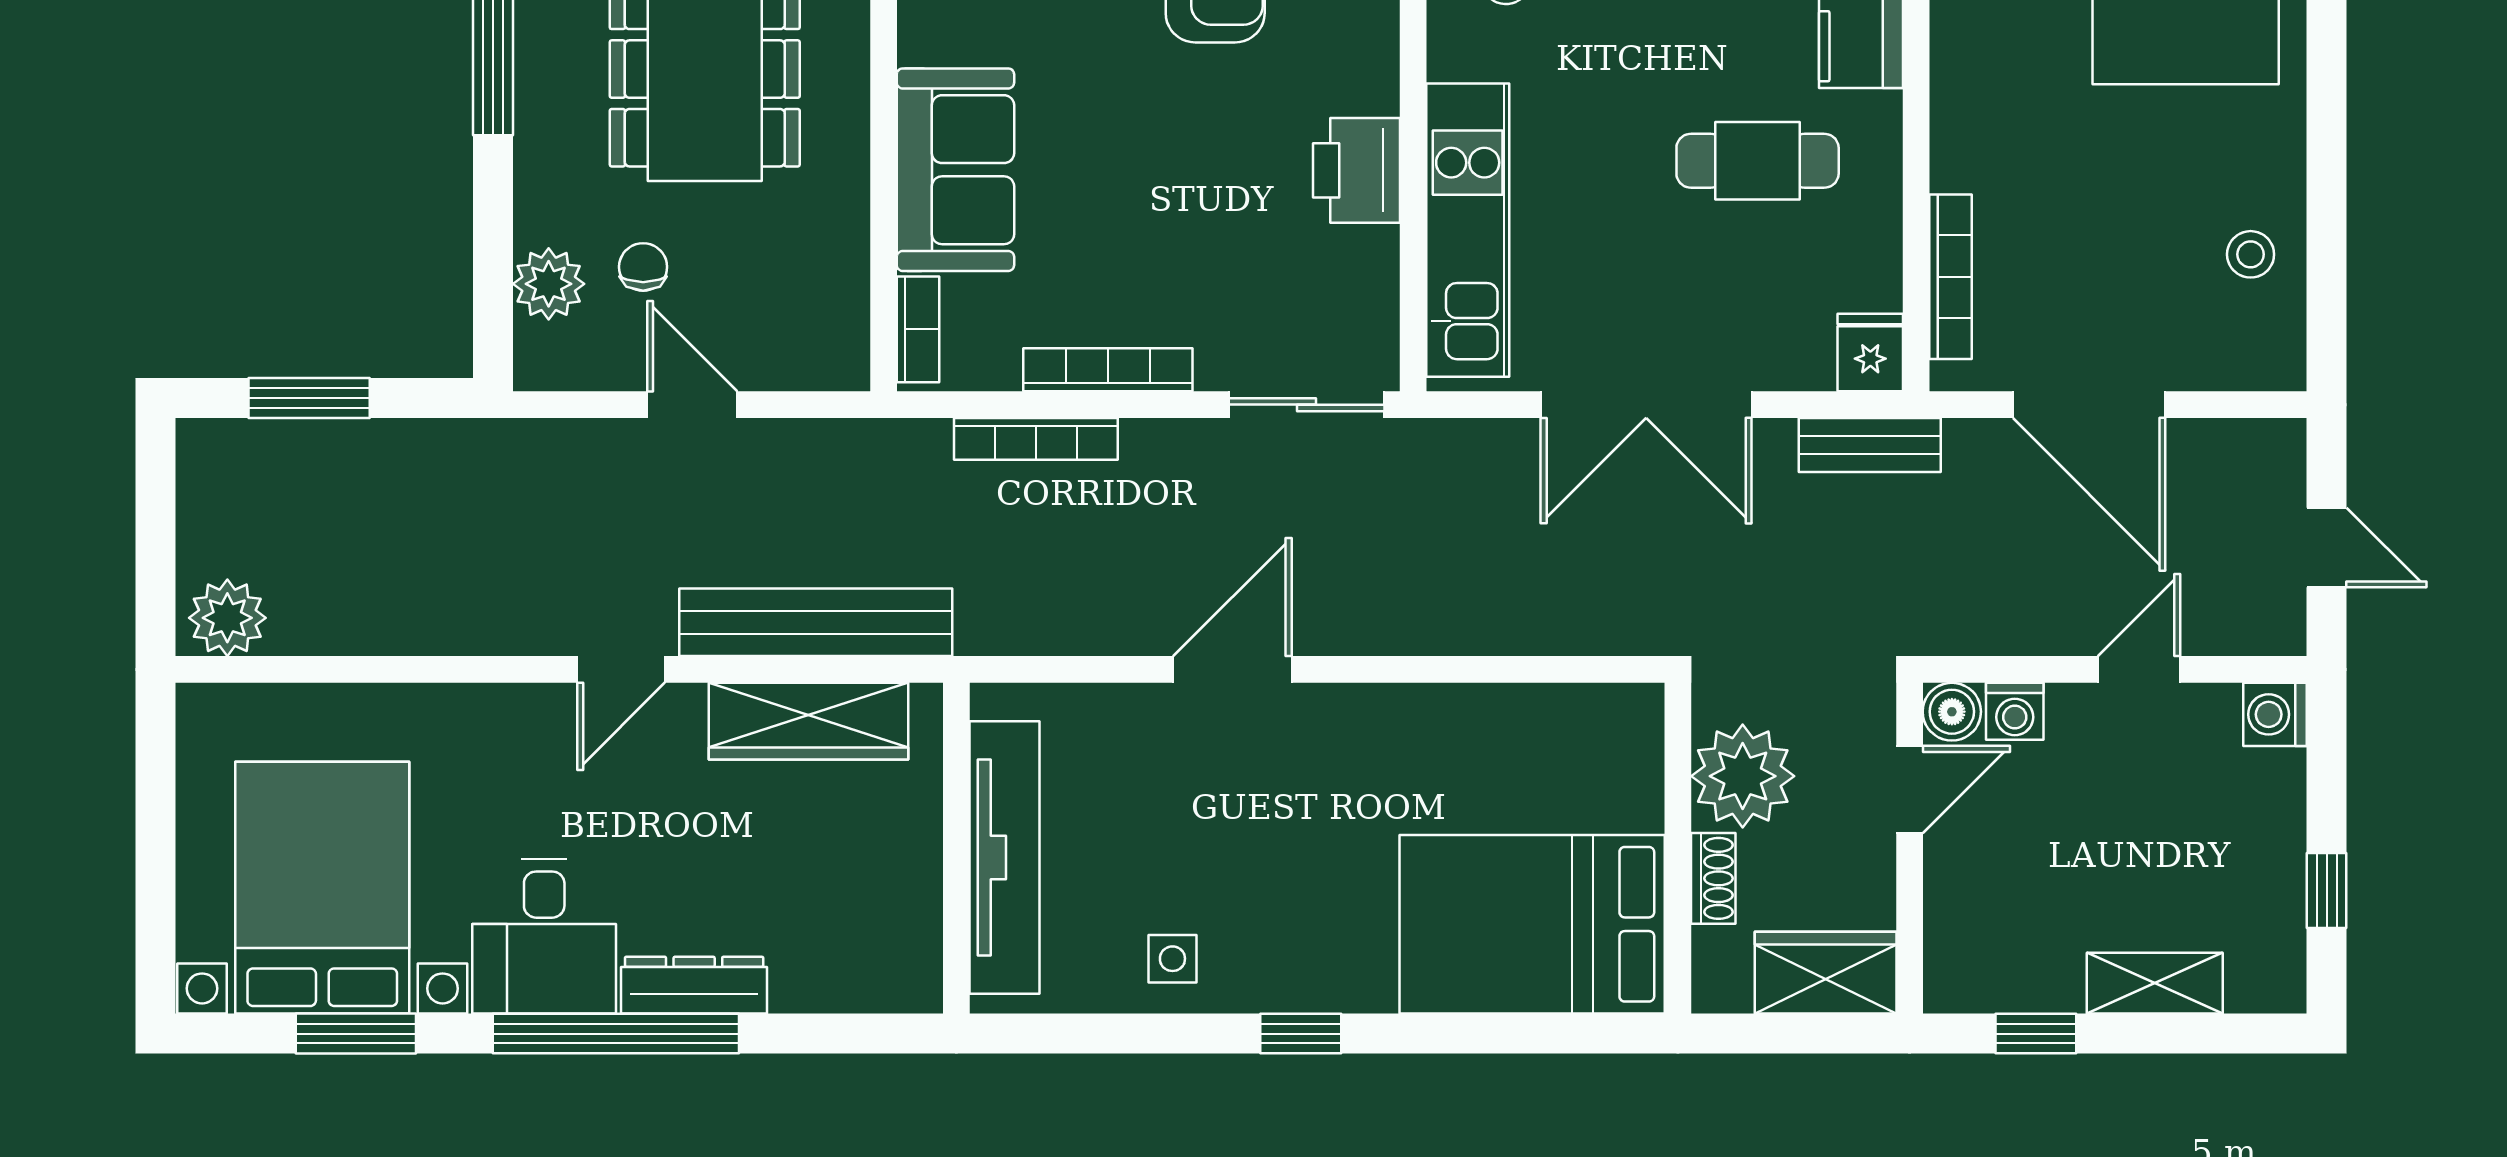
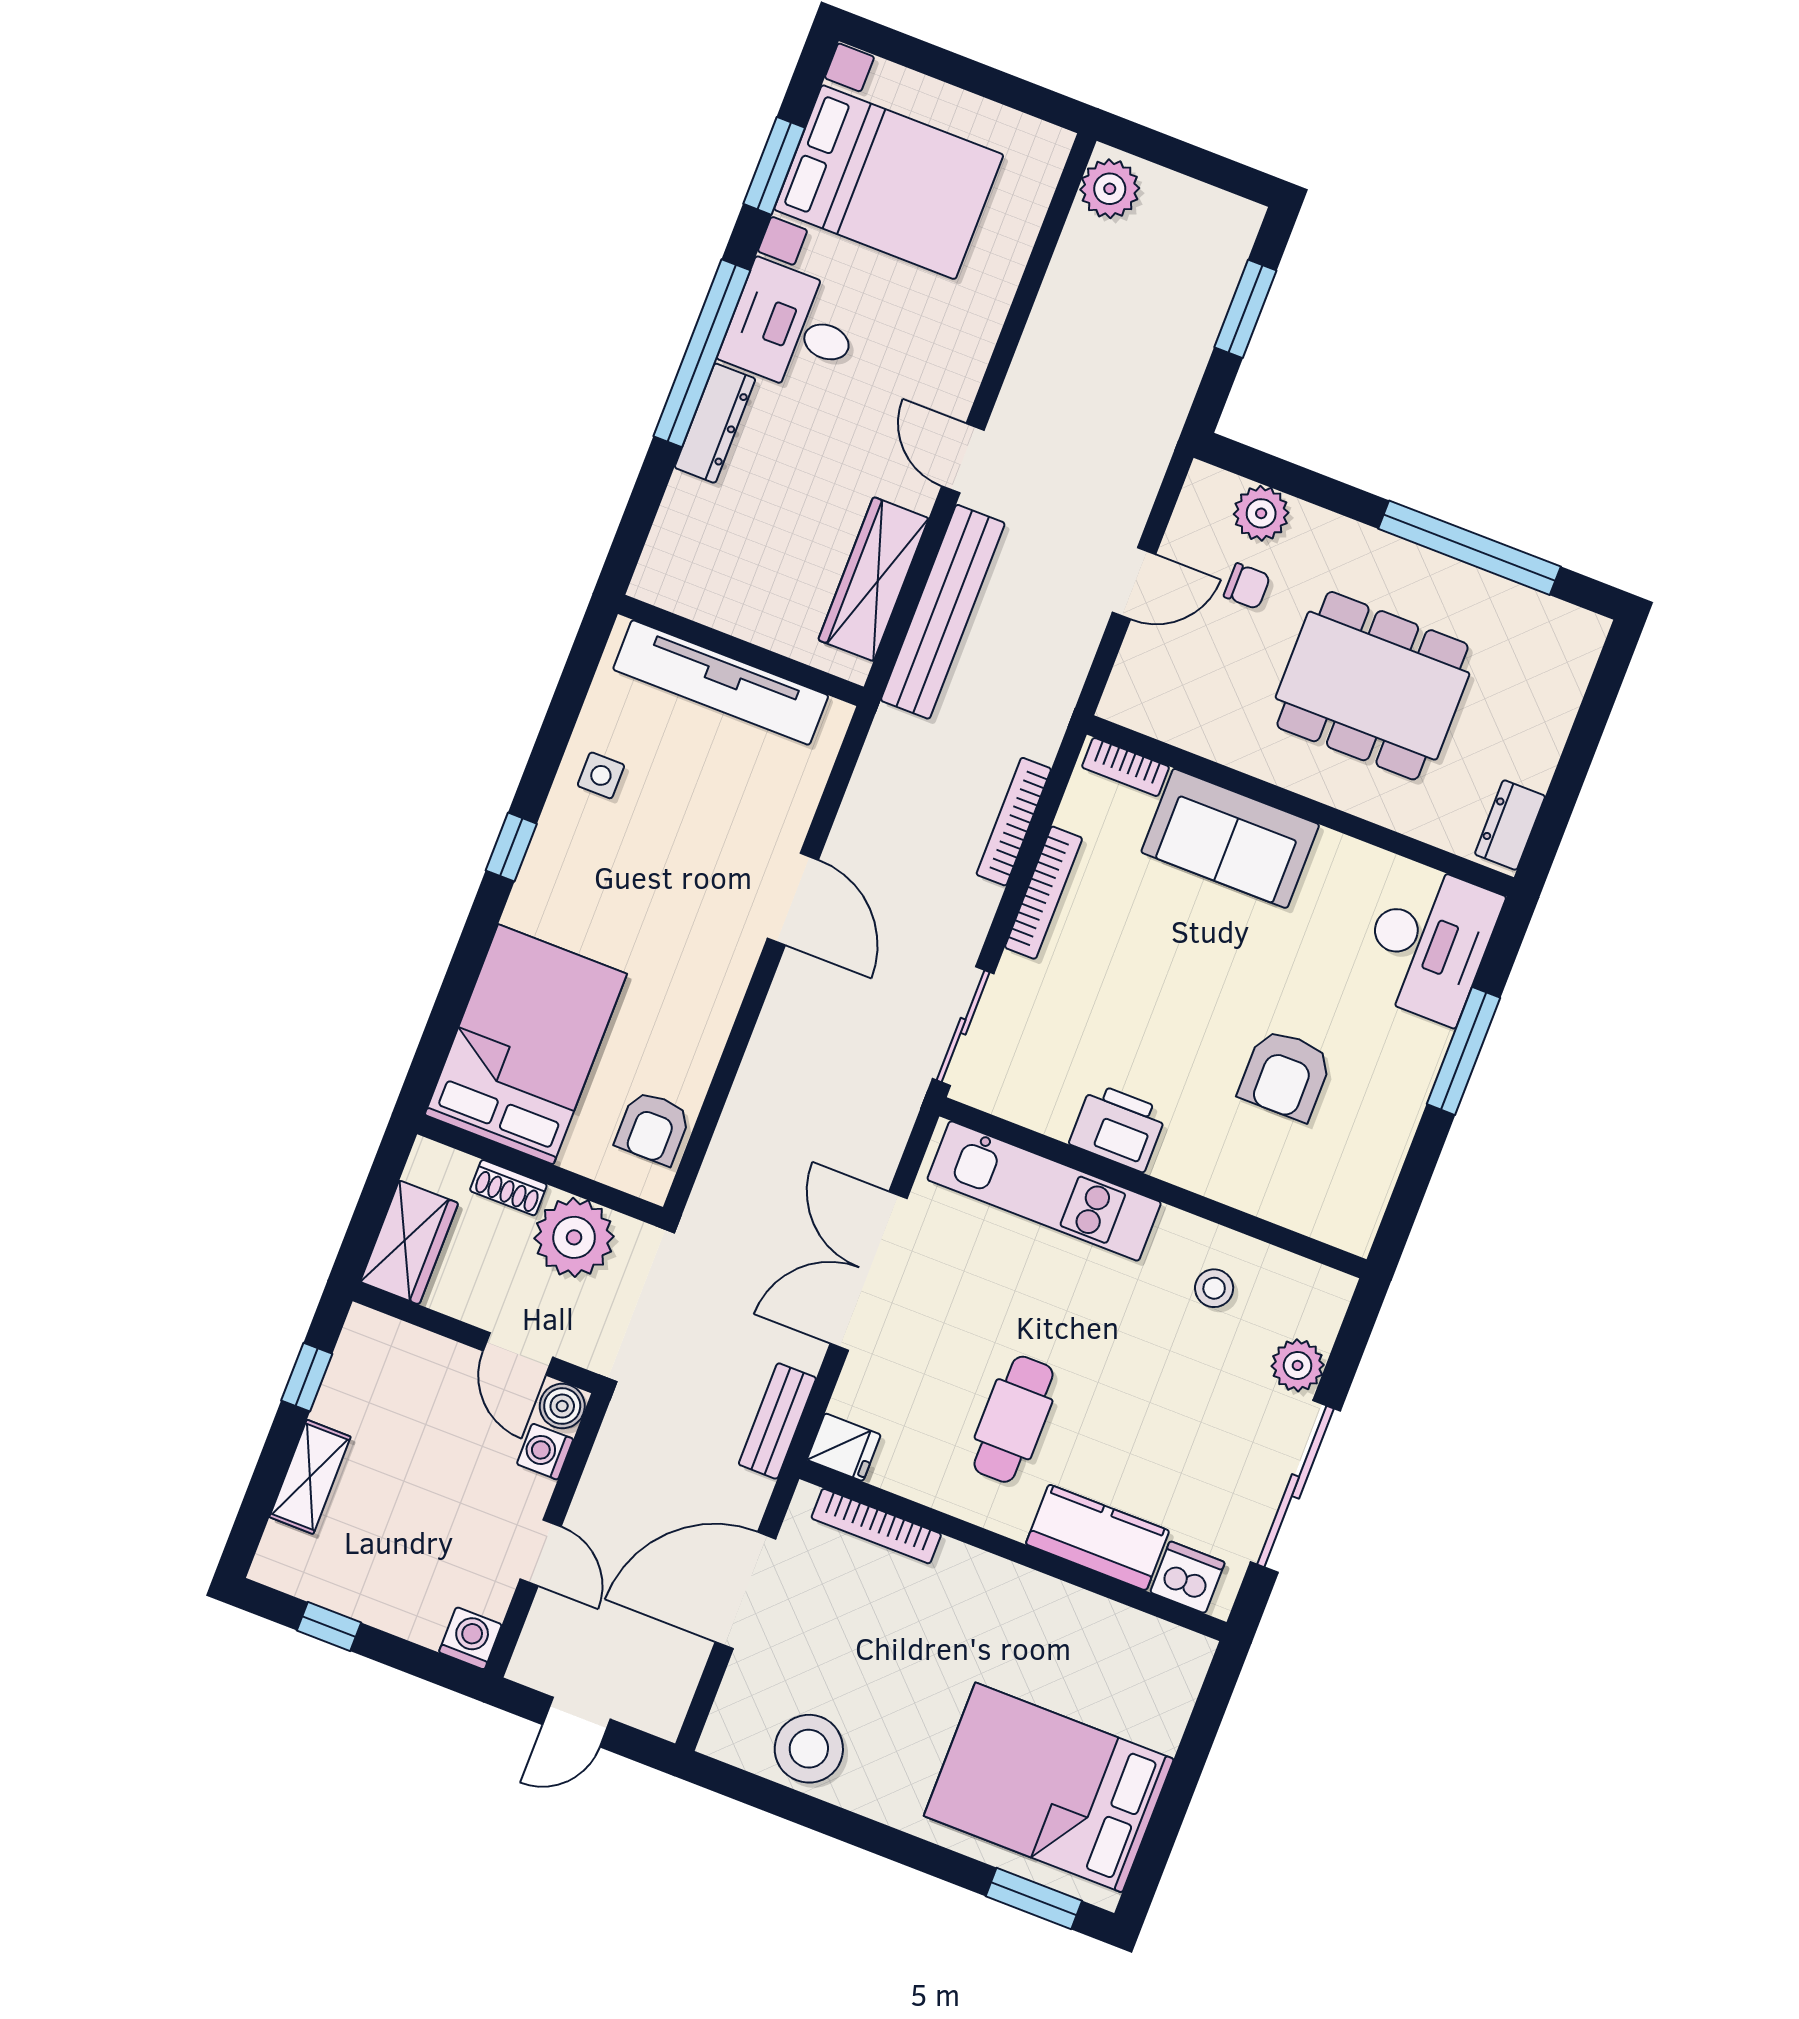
stool: (2251, 254) -> (809, 1749), width x1.89, depth x1.89
armchair: (1574, 732) -> (653, 1128), added

